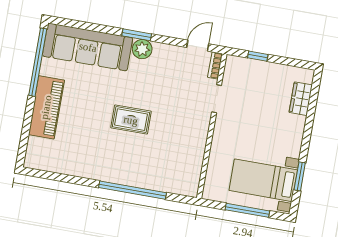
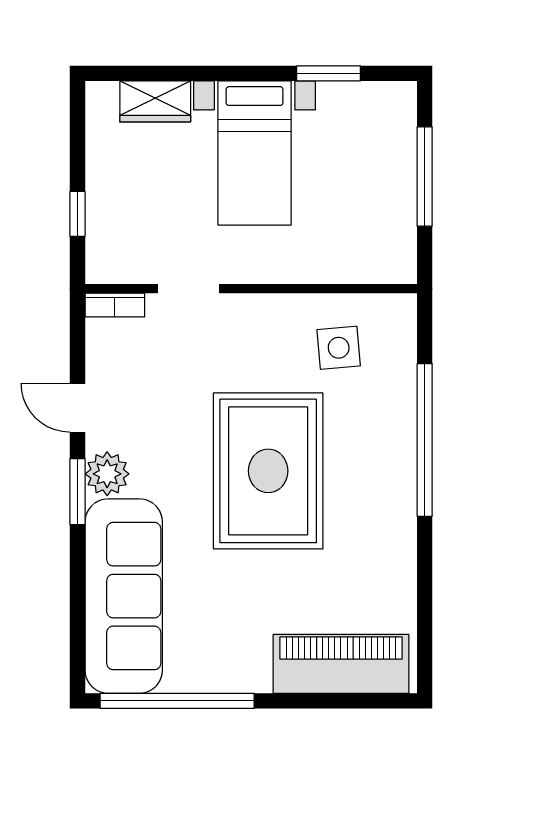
door: (198, 46) -> (78, 408), moved
piano: (46, 107) -> (341, 664), moved
rug: (131, 120) -> (268, 471), width x1.86, depth x2.06
side table: (179, 160) -> (339, 348), added
bed with nightstands: (263, 180) -> (255, 153), moved

